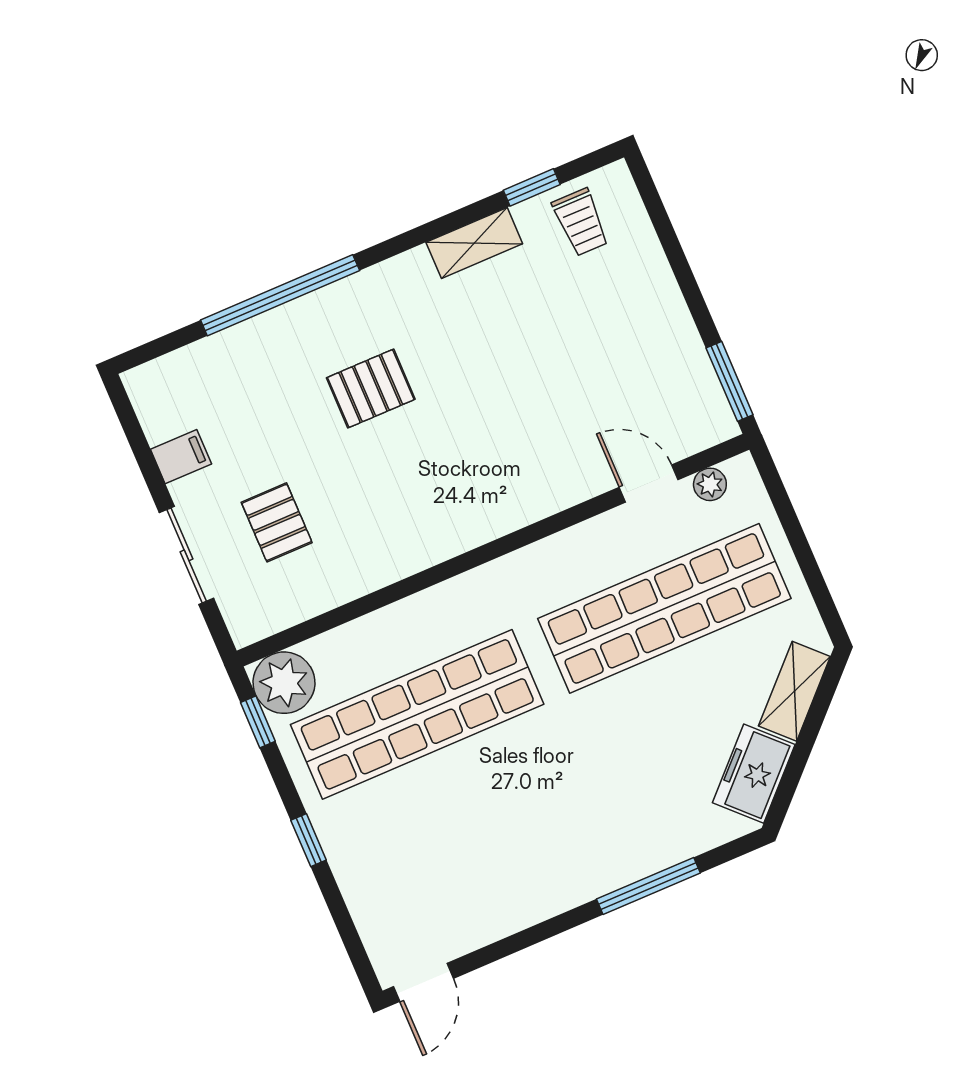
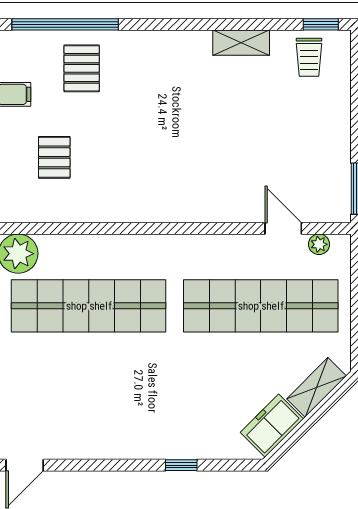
window: (532, 187) -> (321, 24), moved
window: (280, 295) -> (65, 24), moved
pallet: (371, 389) -> (82, 68), moved, turned 90
window: (648, 886) -> (181, 465), width x0.46

